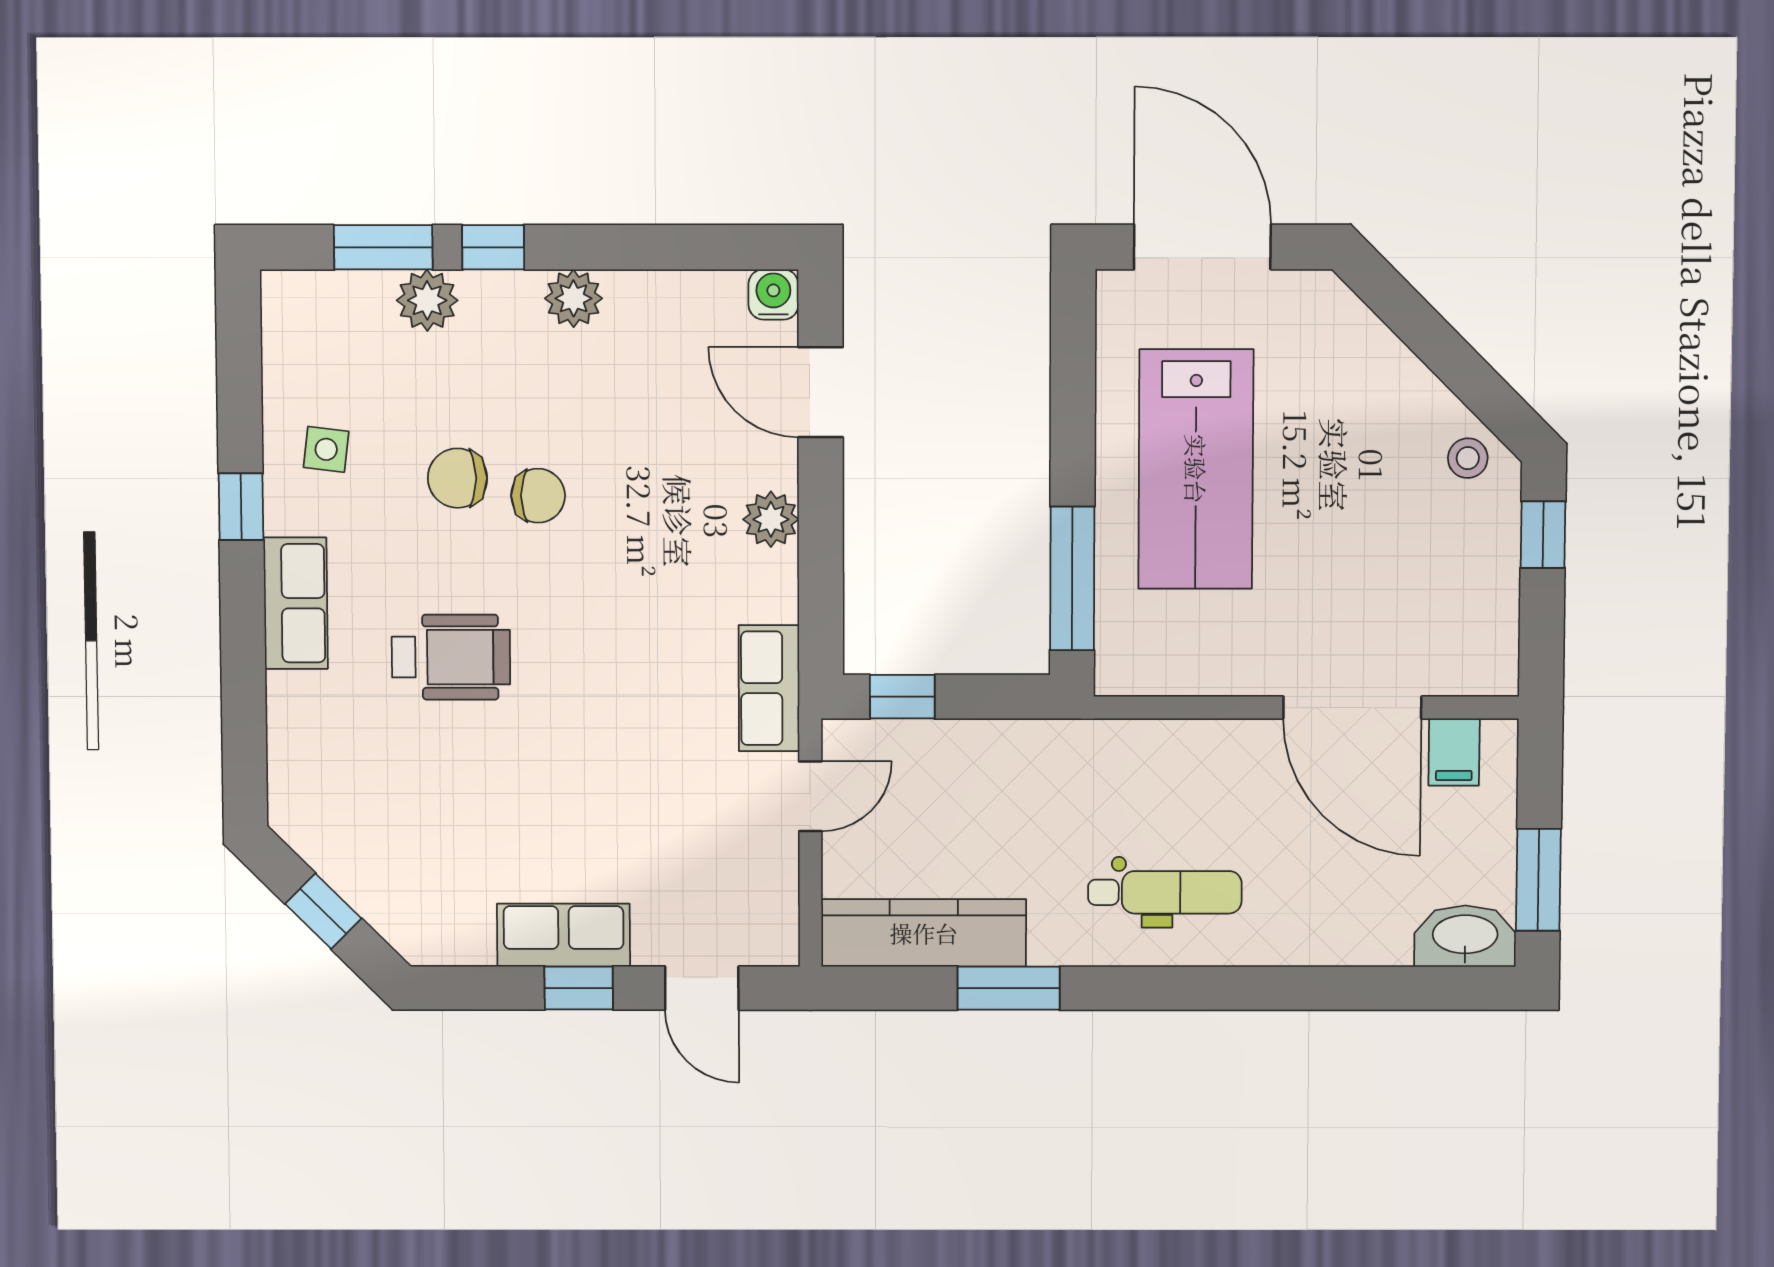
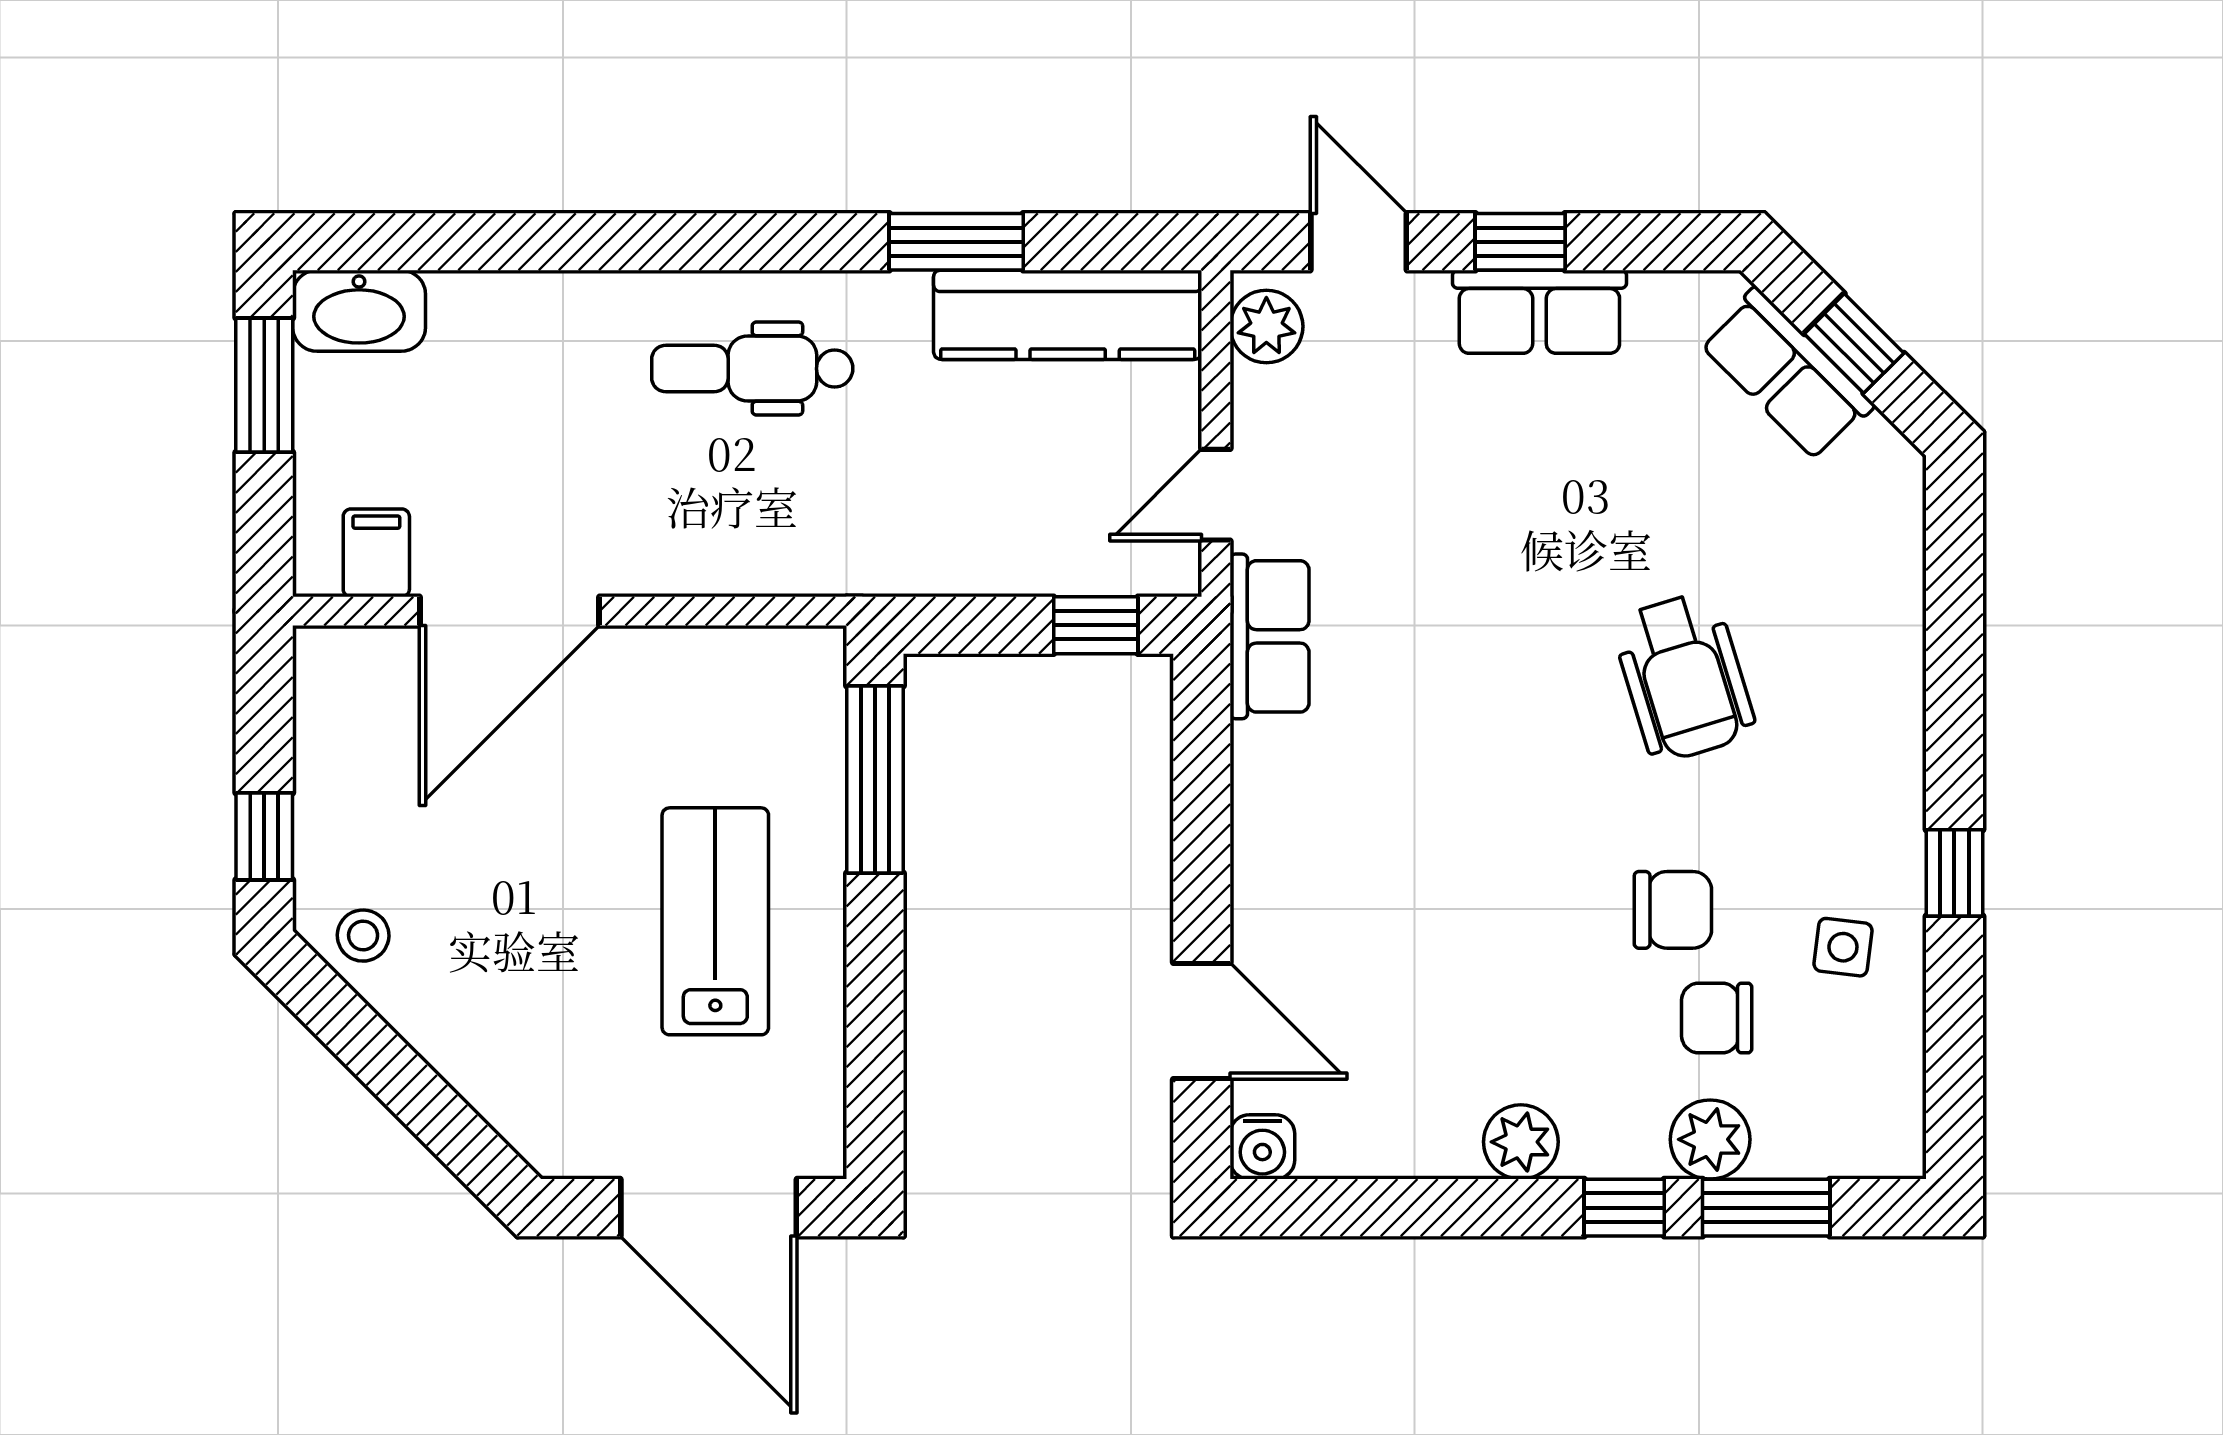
lab bench: (1196, 469) -> (715, 921), width x0.73, depth x0.72
chair: (538, 496) -> (1717, 1018), moved
plant: (771, 519) -> (1266, 326), moved
row of seats: (296, 603) -> (1787, 374), moved, turned -45
wheelchair: (451, 657) -> (1684, 677), turned -107
door: (1352, 708) -> (509, 611), swing flipped

